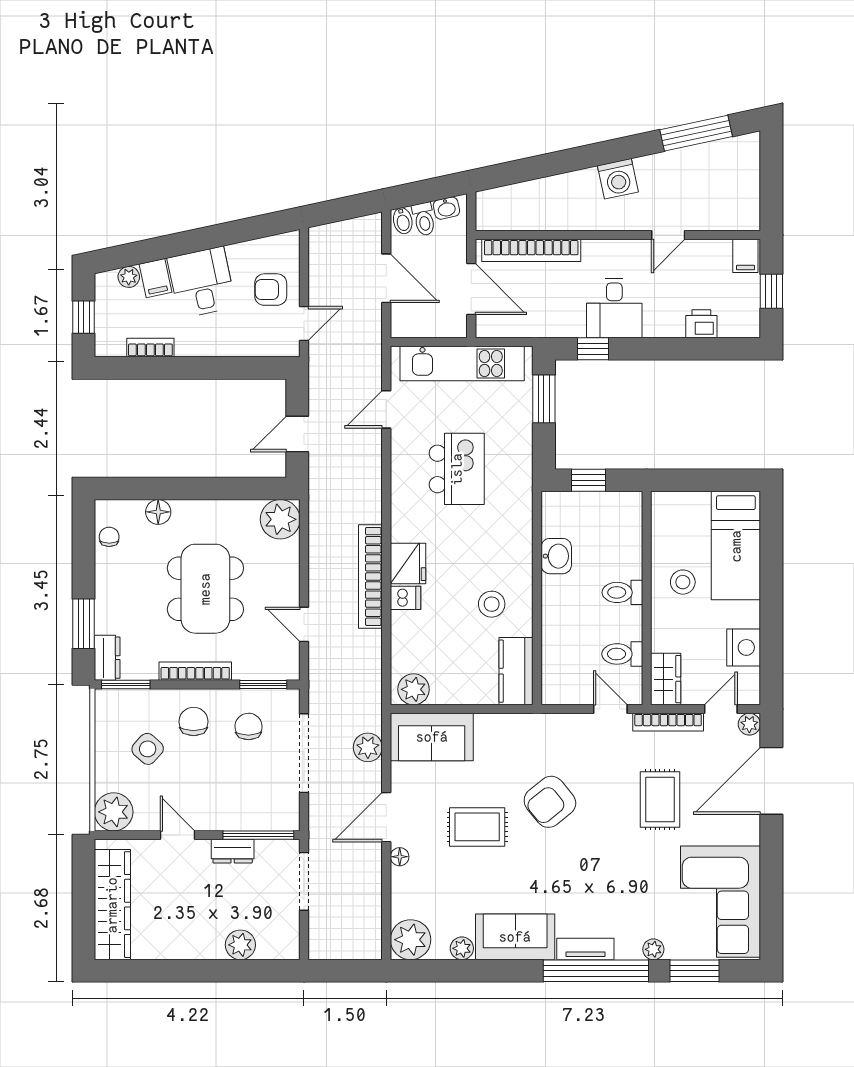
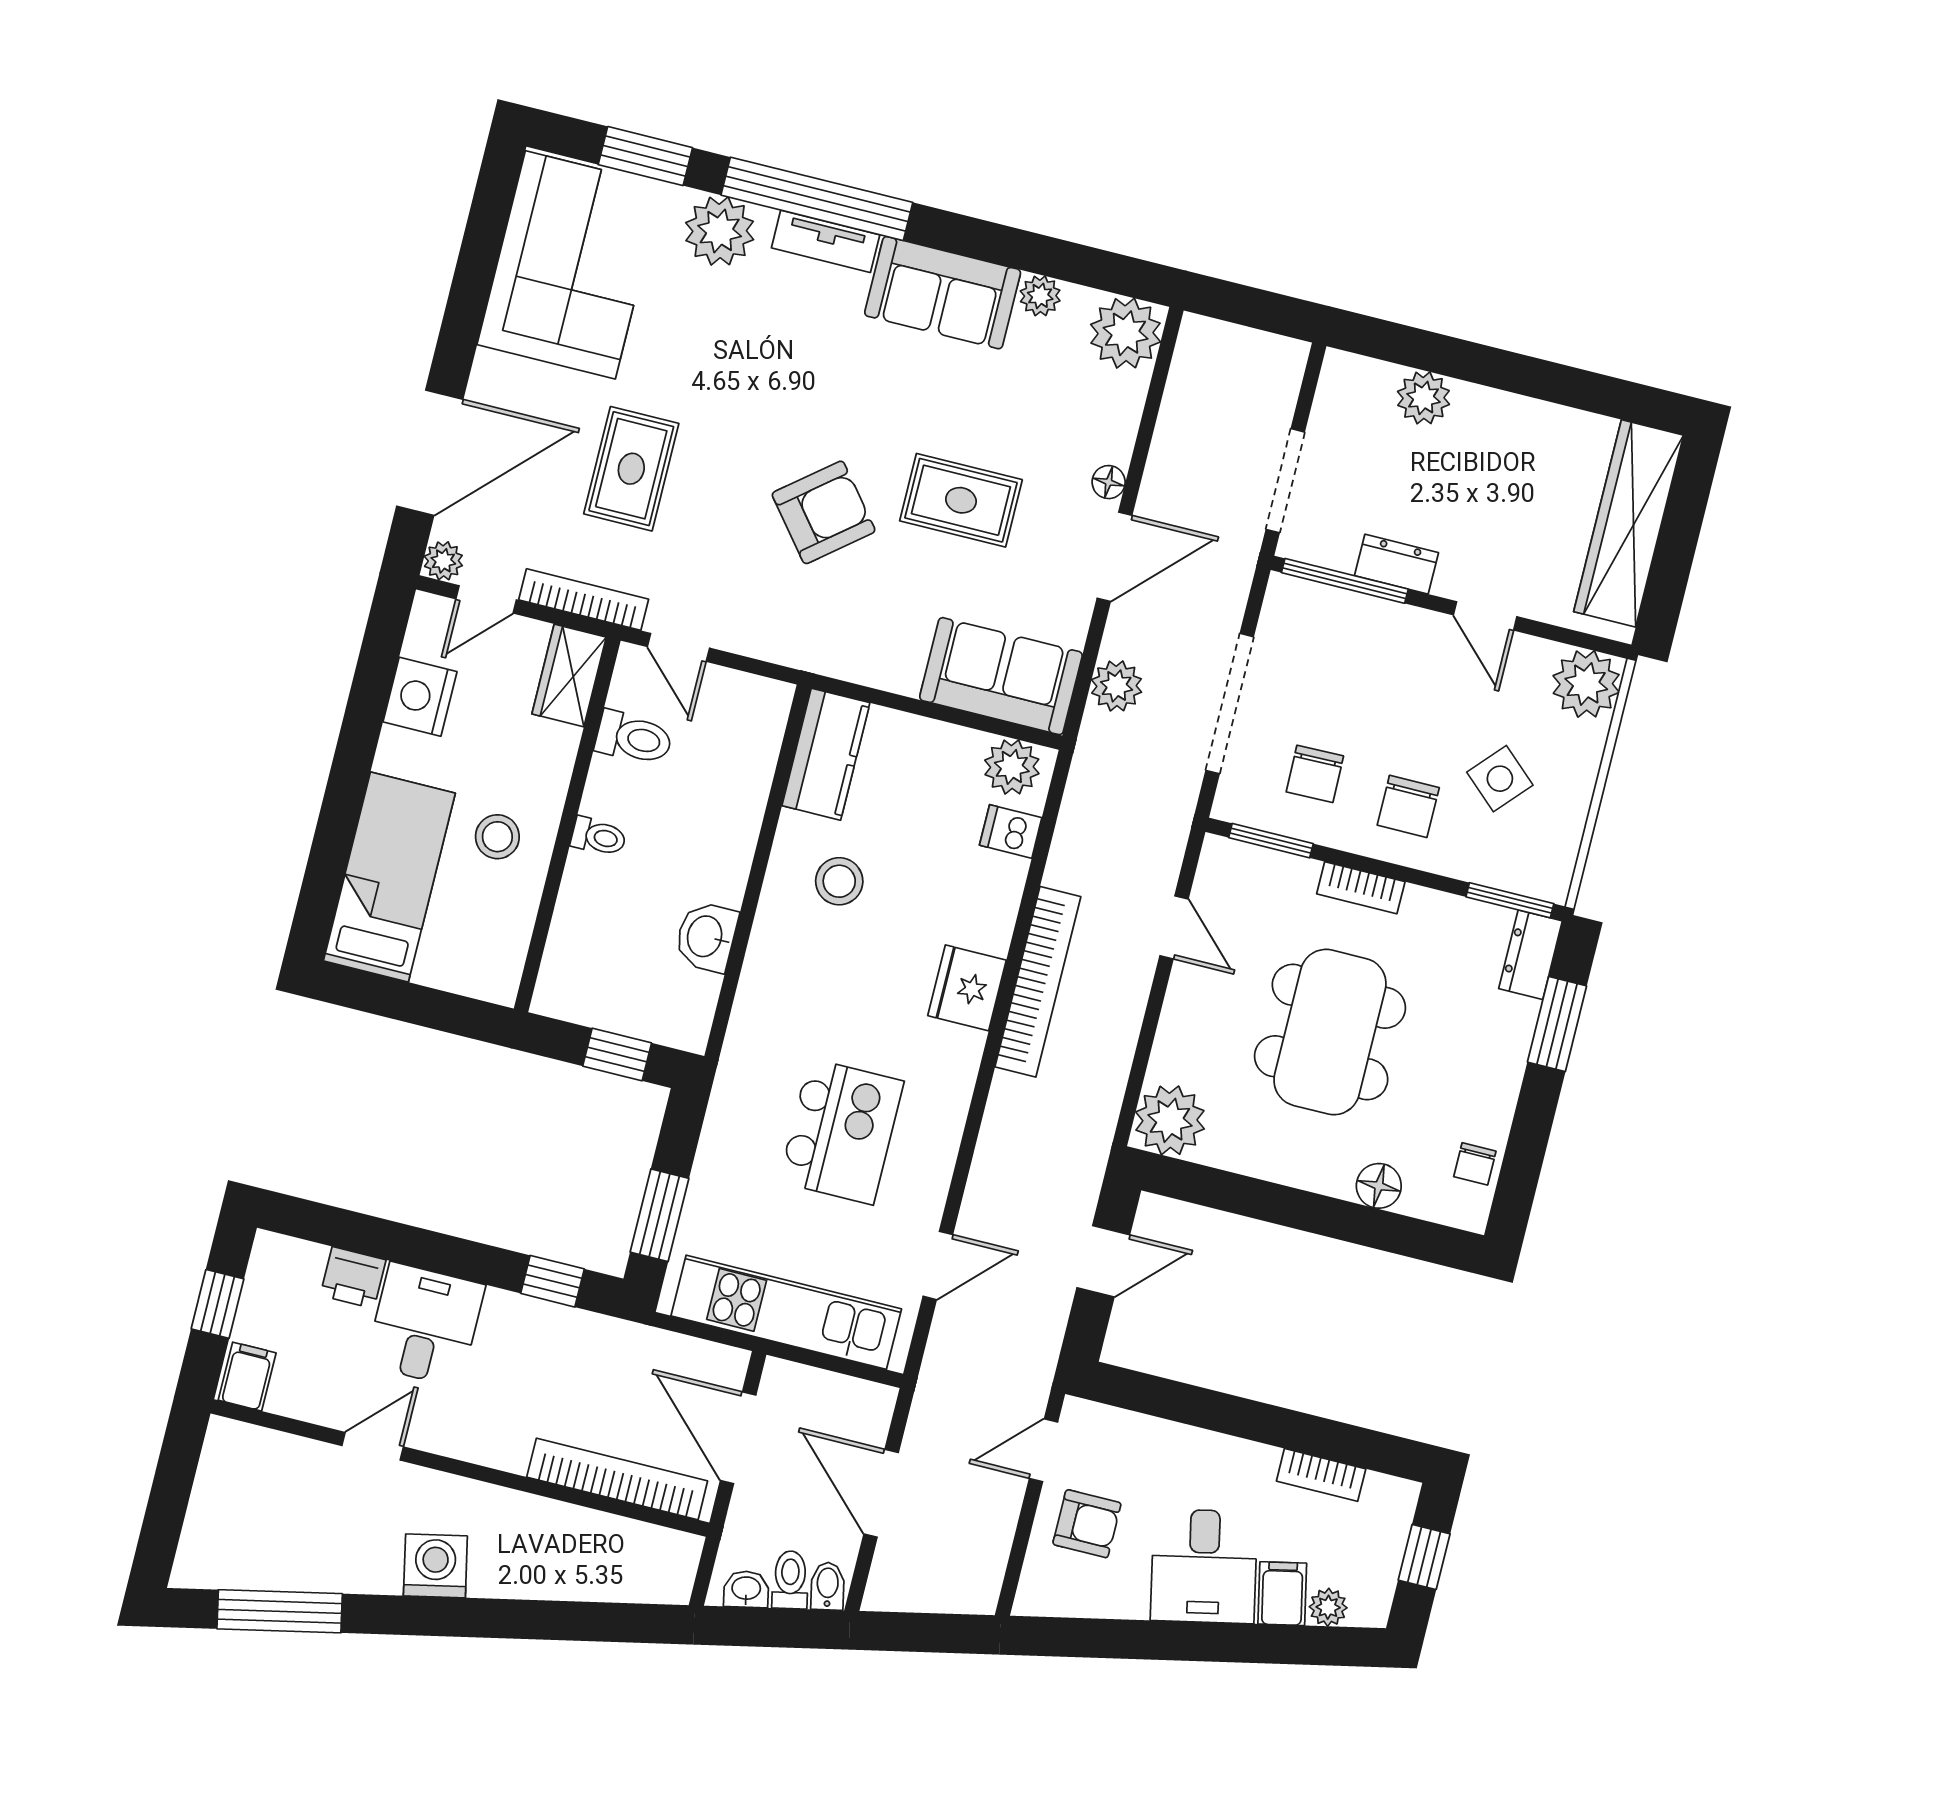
desk: (614, 308) -> (425, 1325), moved
kitchen island: (457, 469) -> (841, 1131), turned 180
toilet: (622, 592) -> (599, 837), width x0.73, depth x0.72
dishwasher: (406, 598) -> (1011, 831), moved
bookcase: (195, 671) -> (1361, 888), width x0.64
plant: (653, 949) -> (720, 231), width x1.87, depth x1.87

